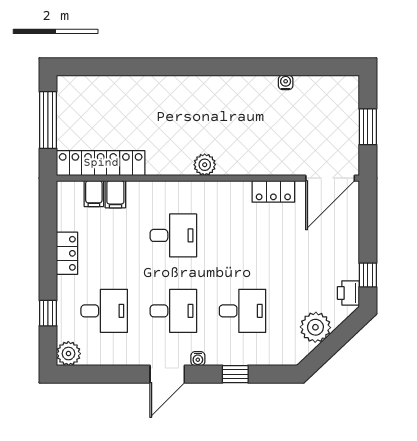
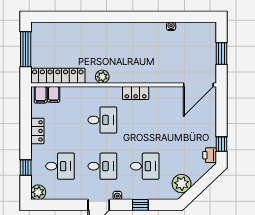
plant: (205, 165) -> (102, 77), moved
locker: (273, 191) -> (136, 93), moved
filing cabinet: (115, 194) -> (41, 95), moved
plant: (315, 327) -> (182, 184), moved

